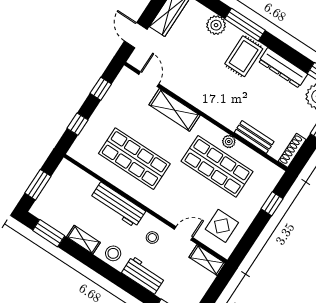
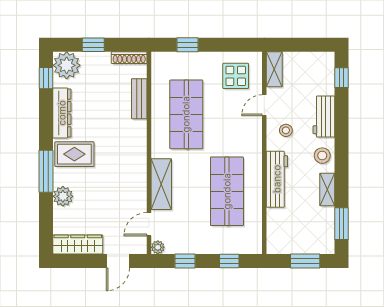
plant: (229, 142) -> (158, 247), moved
door: (184, 233) -> (264, 105), hinge flipped

